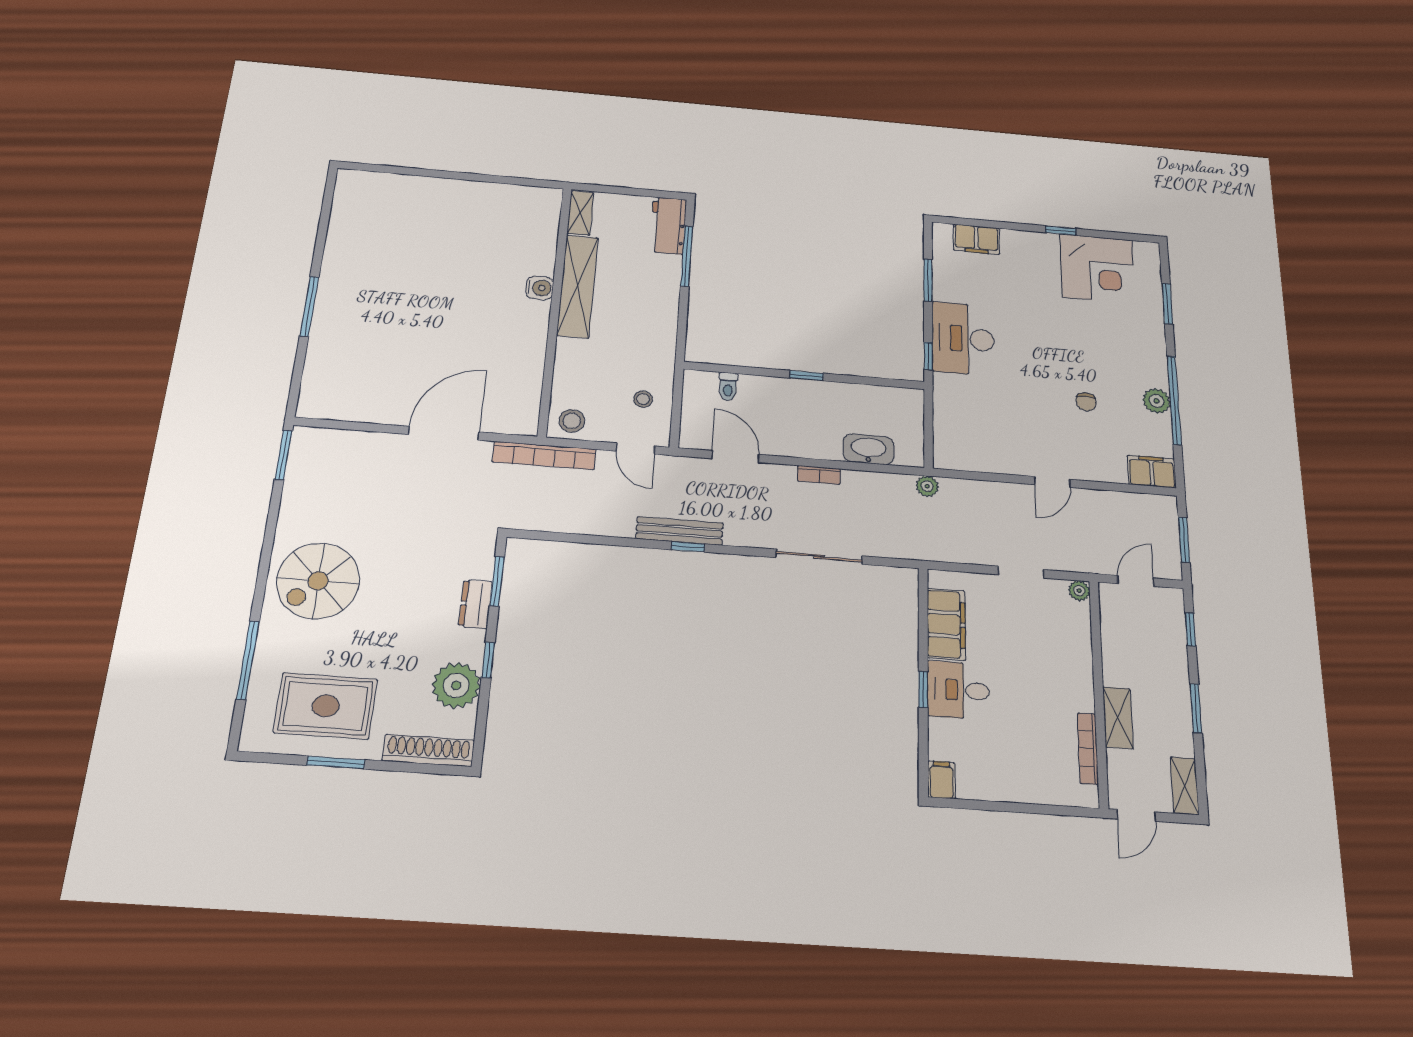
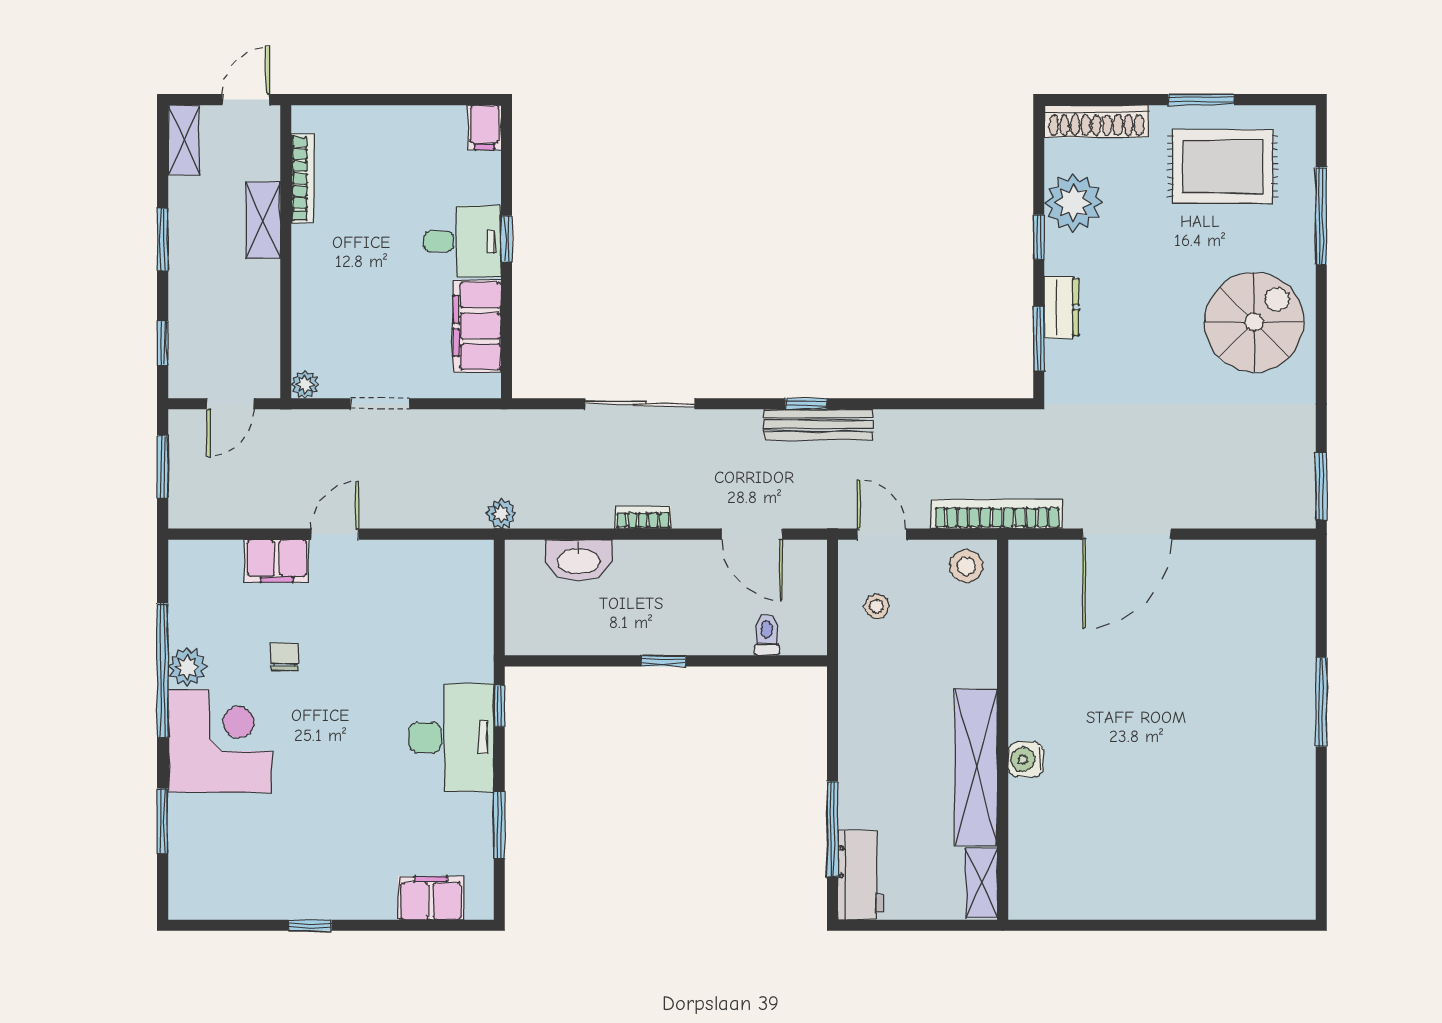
corner desk: (1097, 268) -> (220, 741), moved, turned 90
filing cabinet: (1152, 472) -> (277, 561), moved

